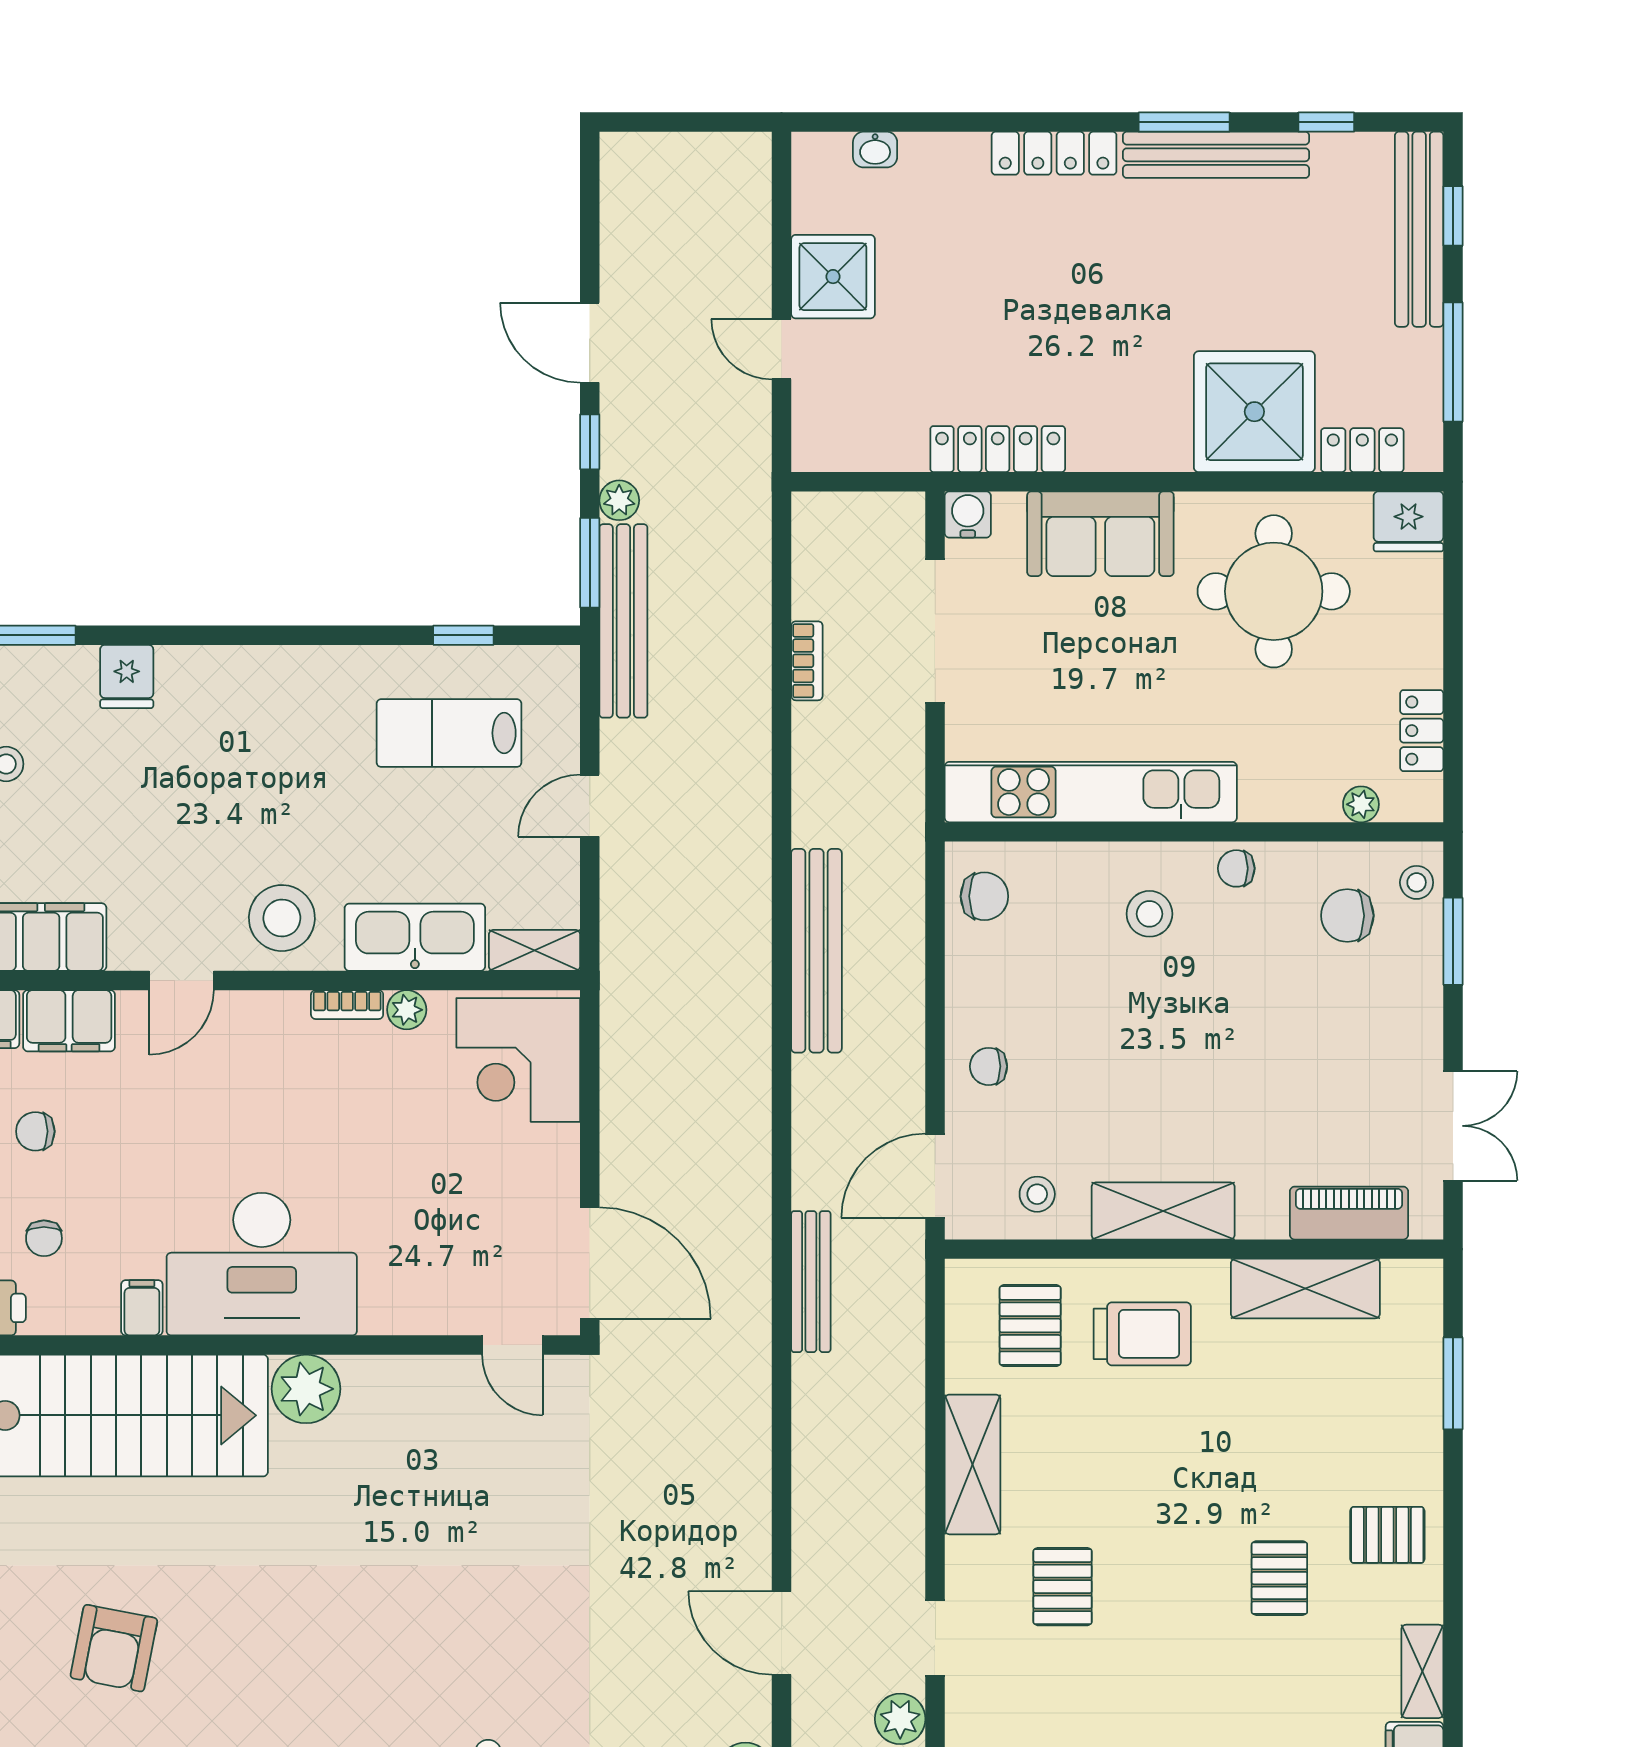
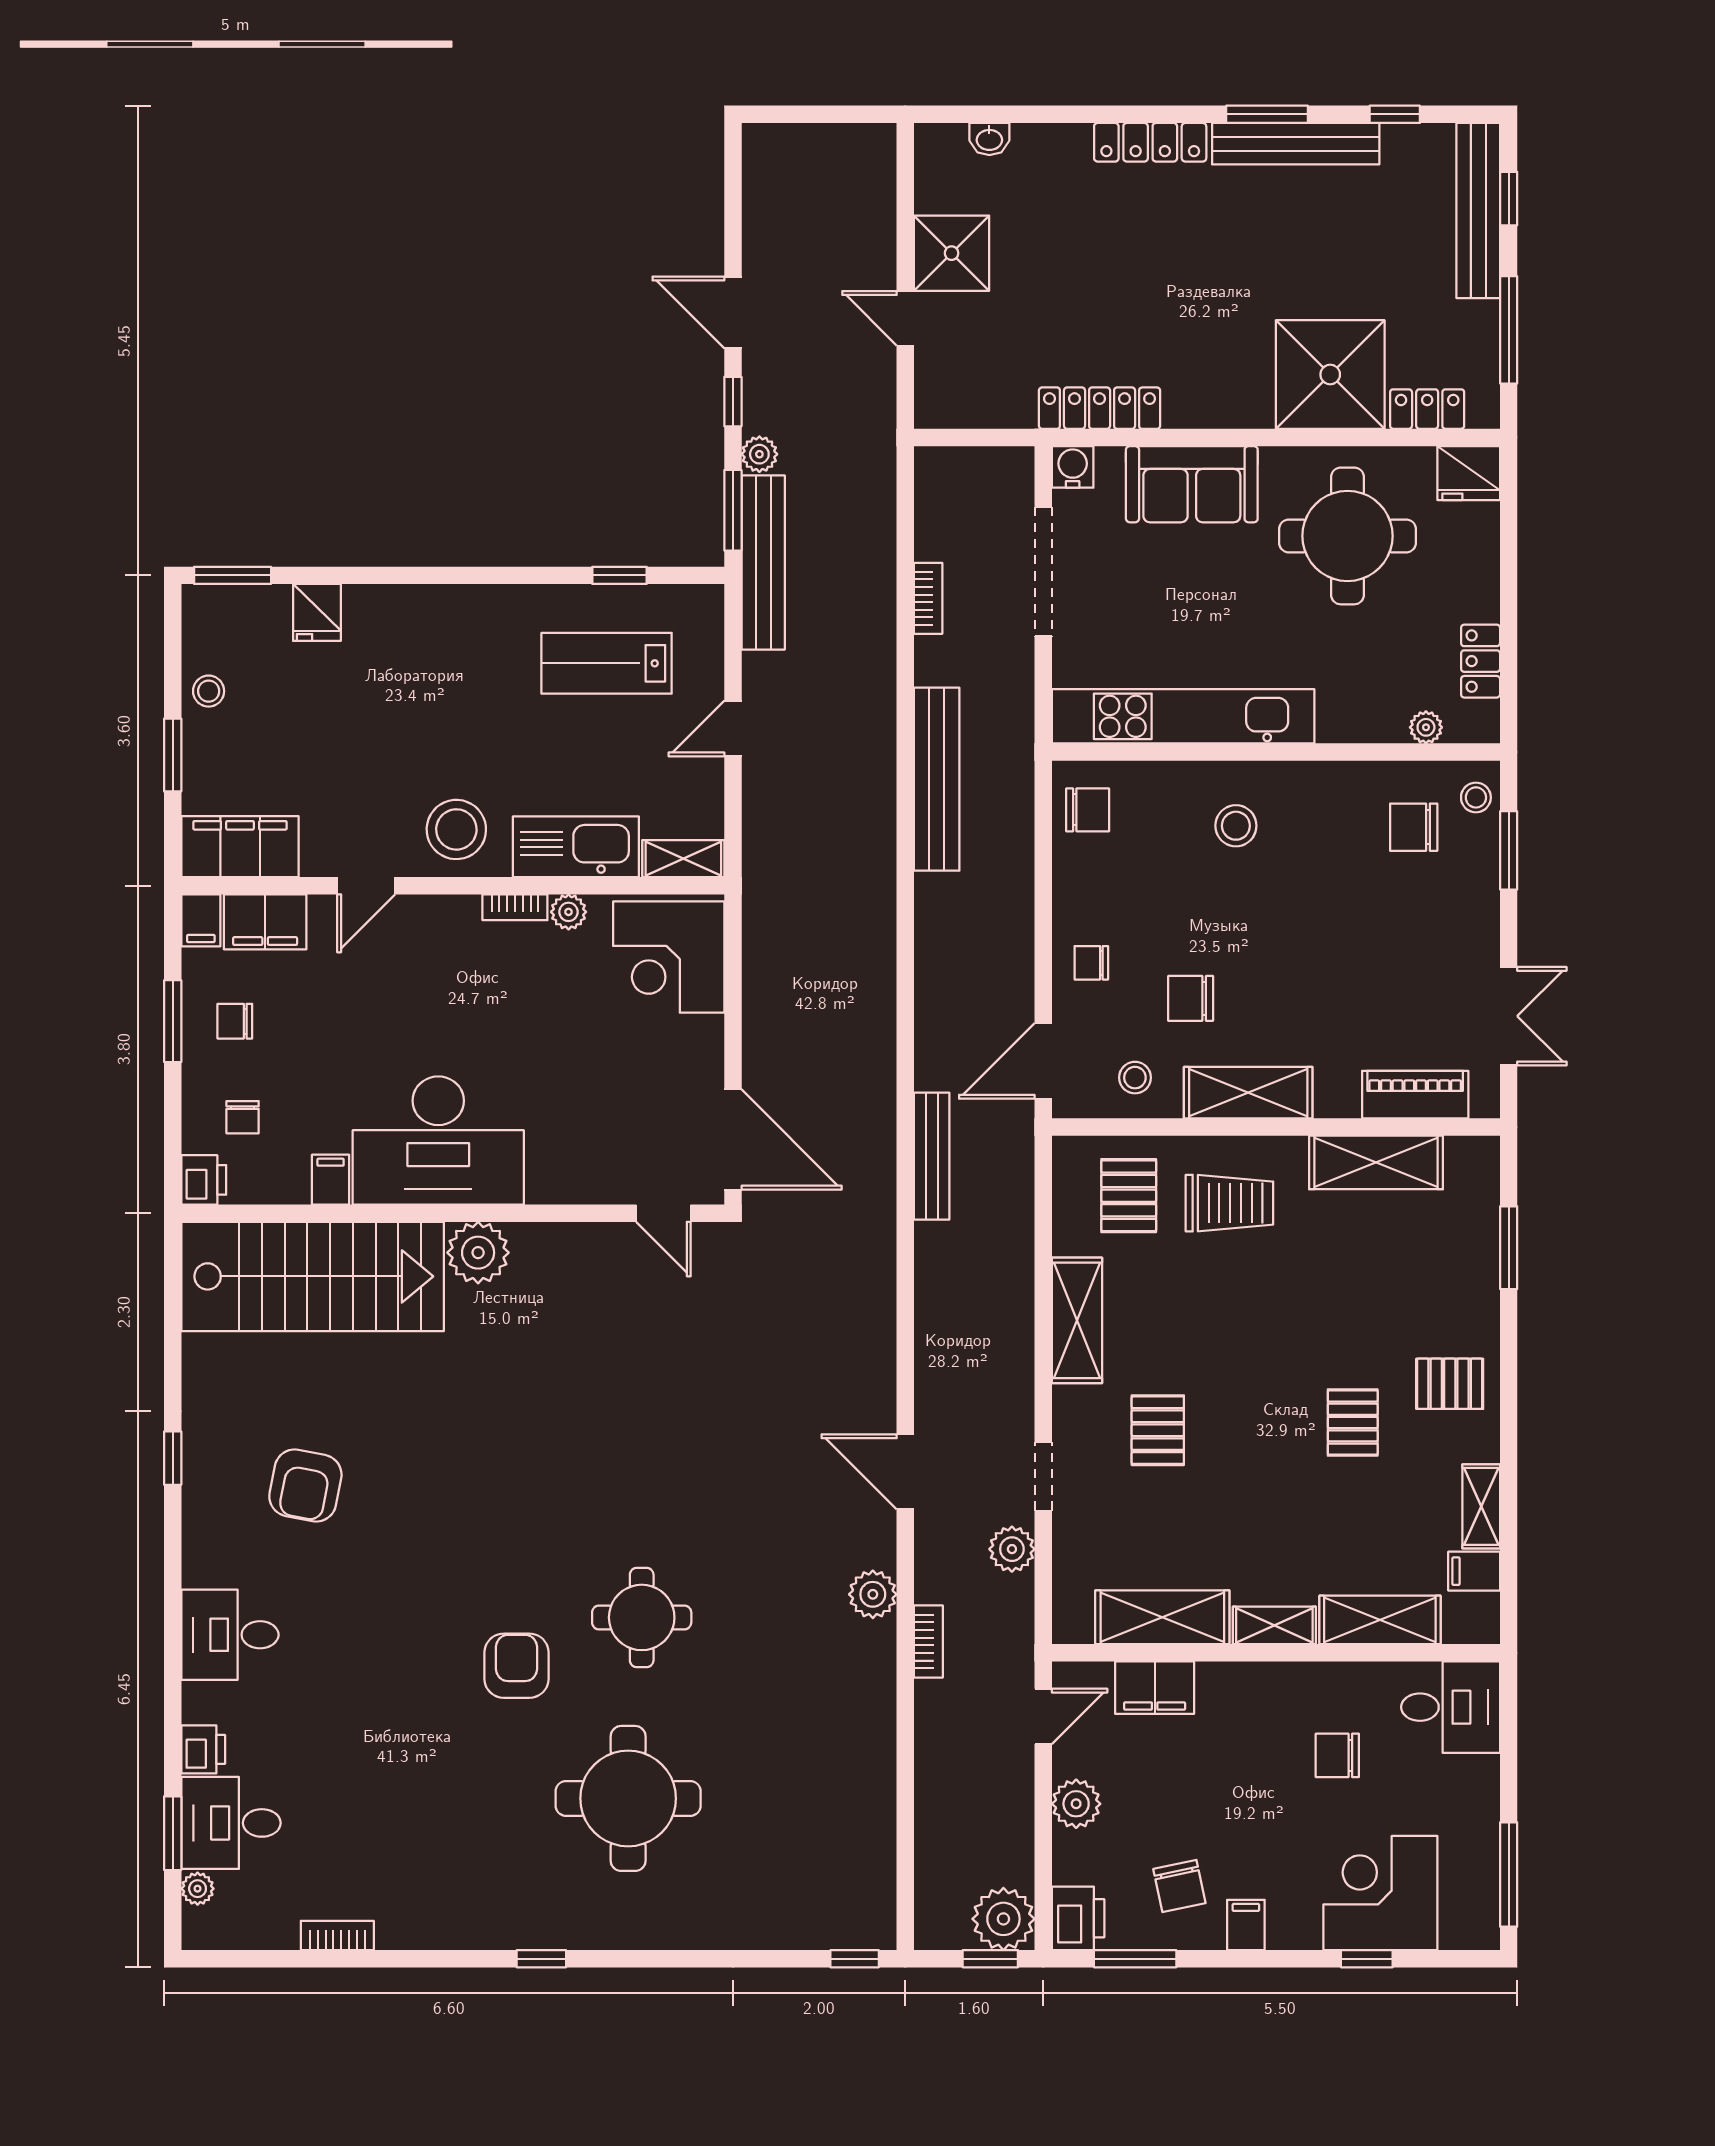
chair: (1236, 868) -> (1191, 998), moved, width x1.37, depth x1.37
bench: (816, 951) -> (937, 779), moved

